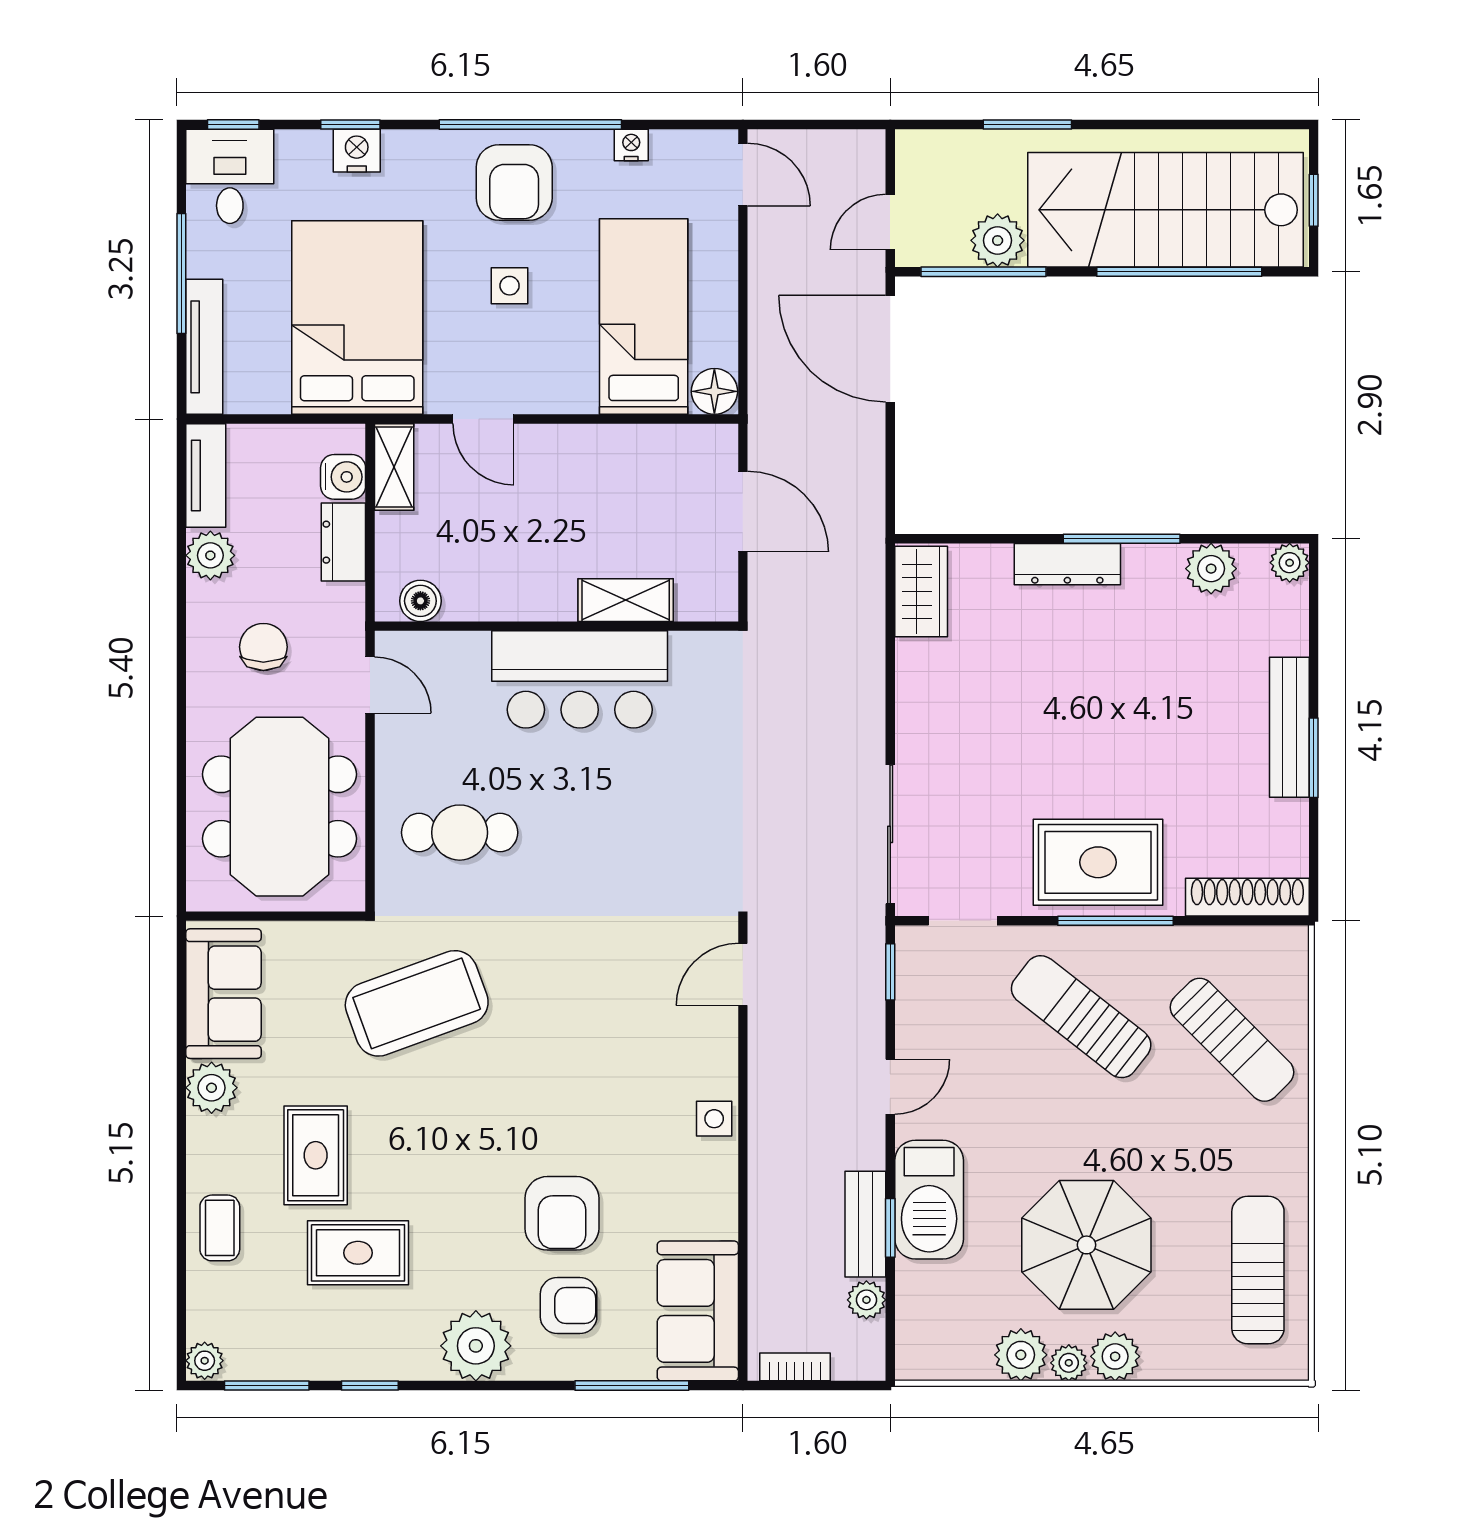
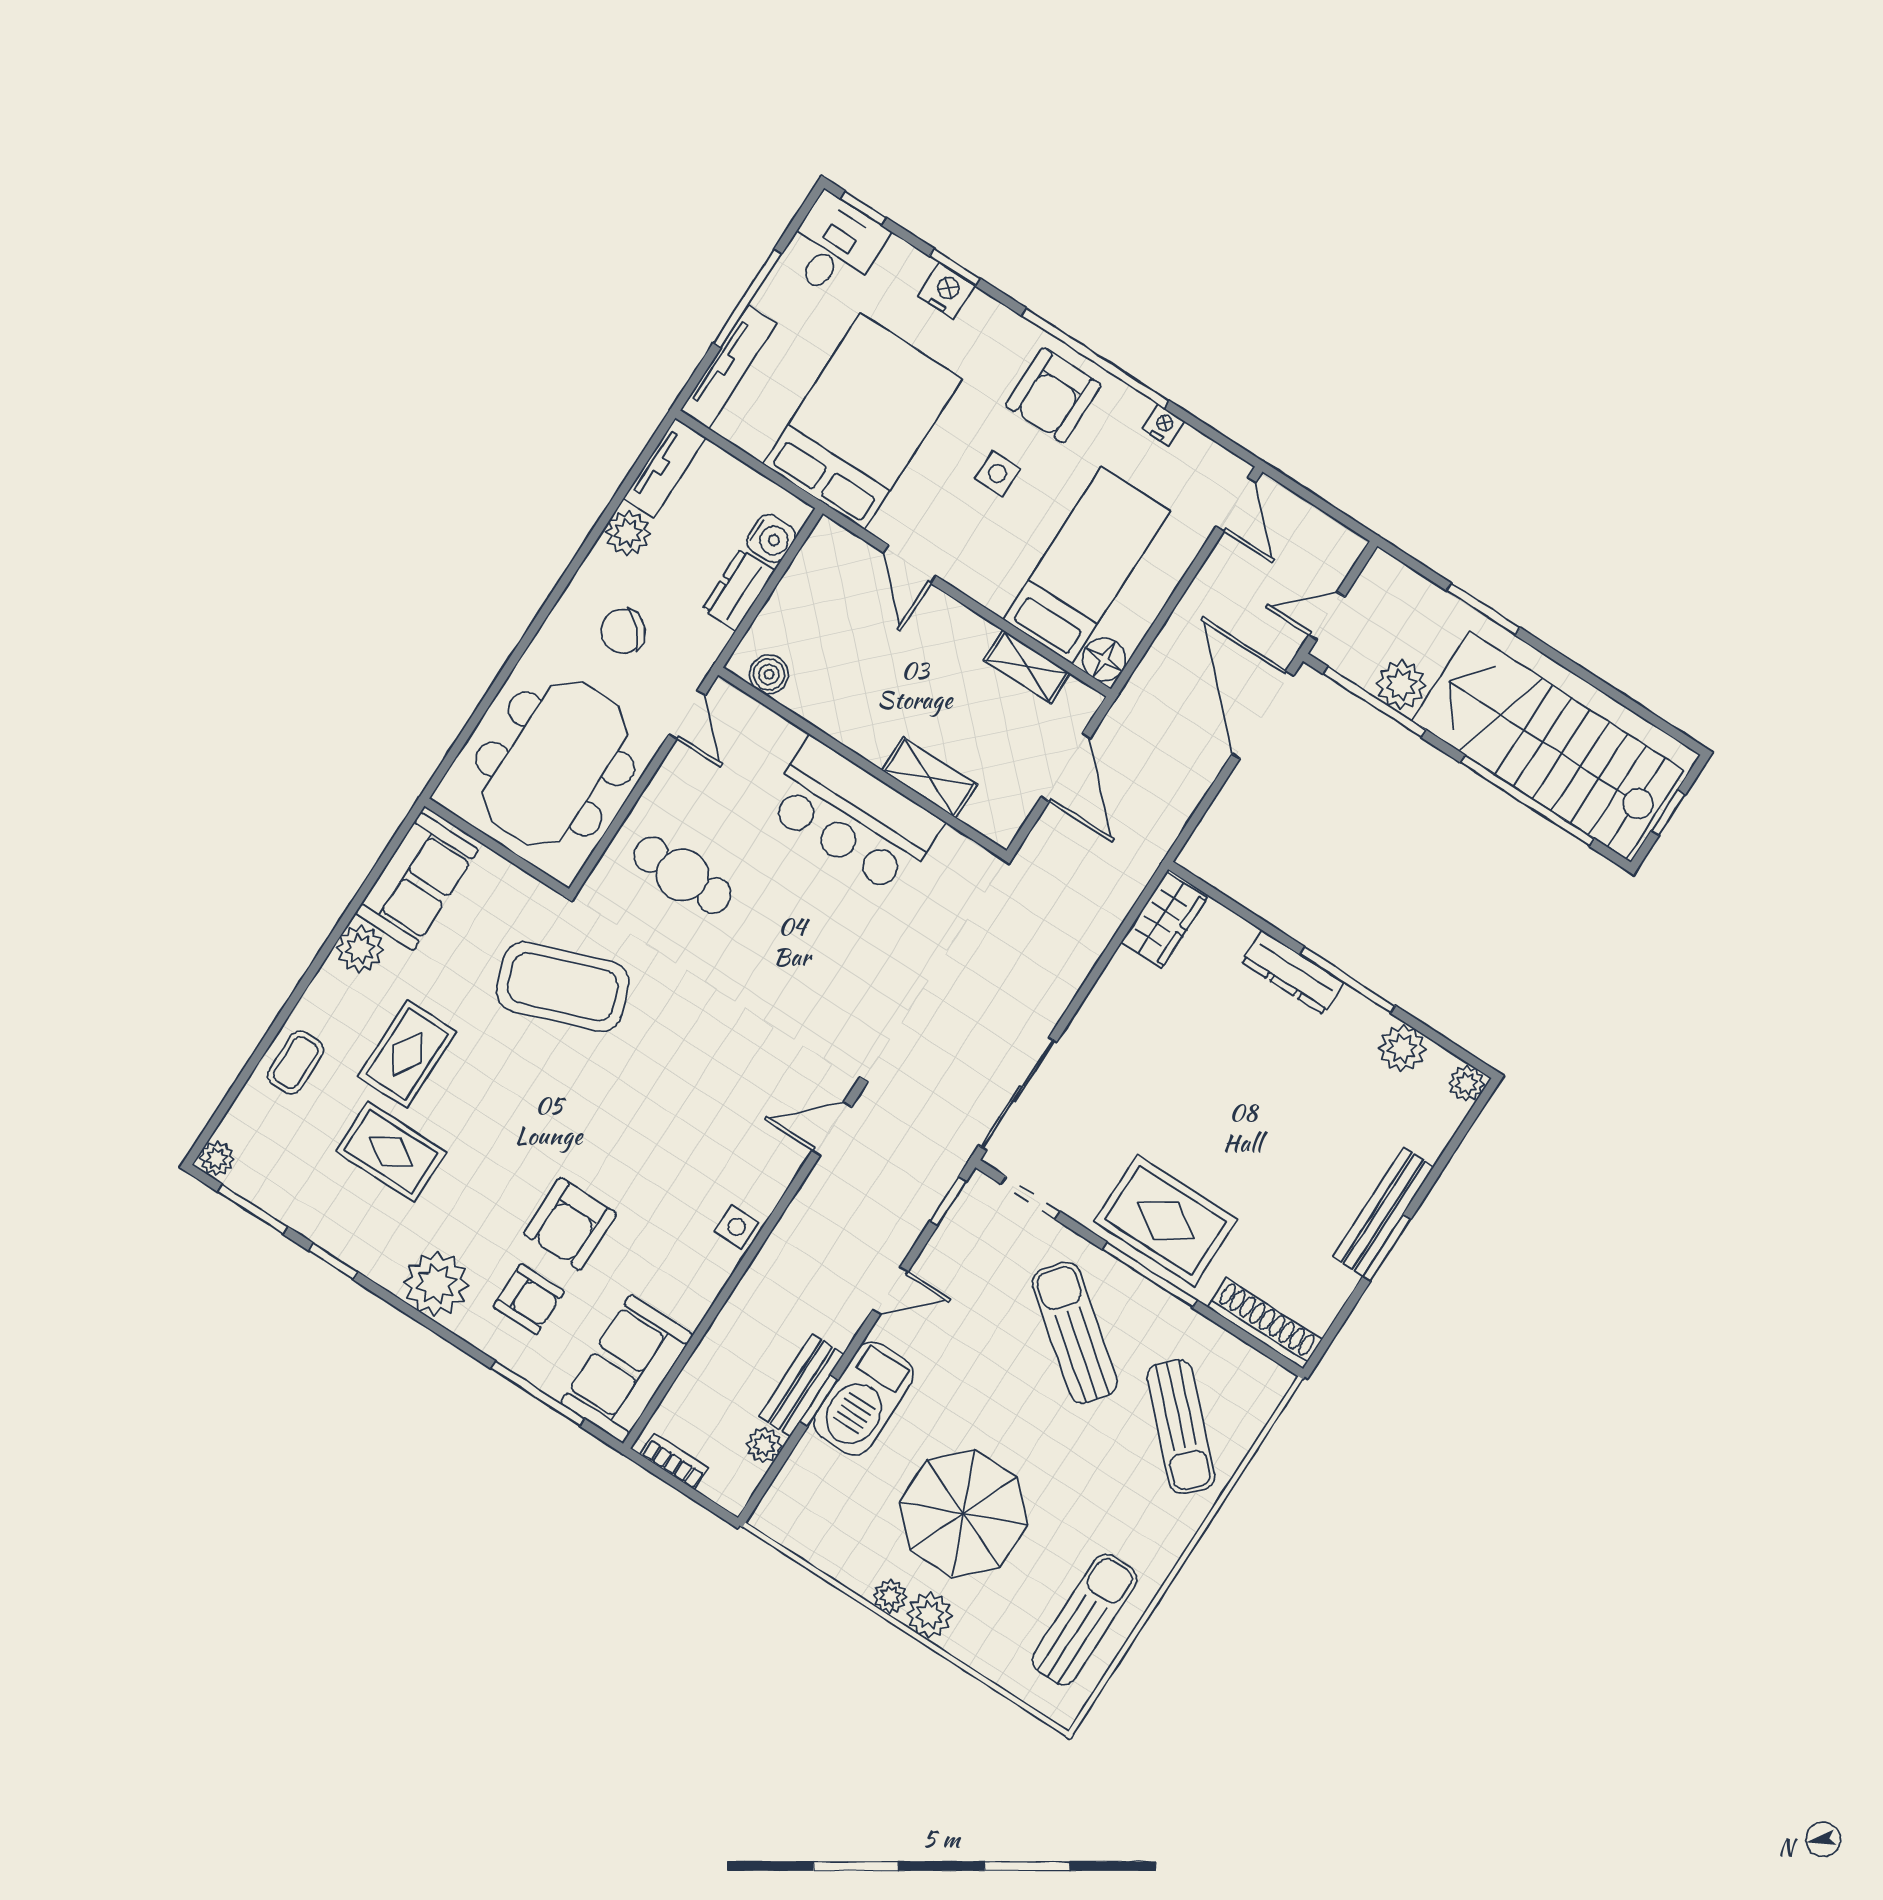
shelving: (394, 467) -> (1027, 667), moved, turned 90
chair: (263, 647) -> (623, 631), turned -135
plant: (1021, 1355) -> (857, 1566), removed

